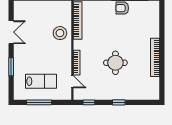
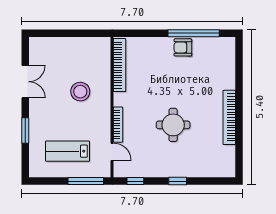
stool: (60, 33) -> (80, 92), moved
lab bench: (41, 81) -> (68, 151), turned 180
window: (39, 102) -> (86, 181), moved

